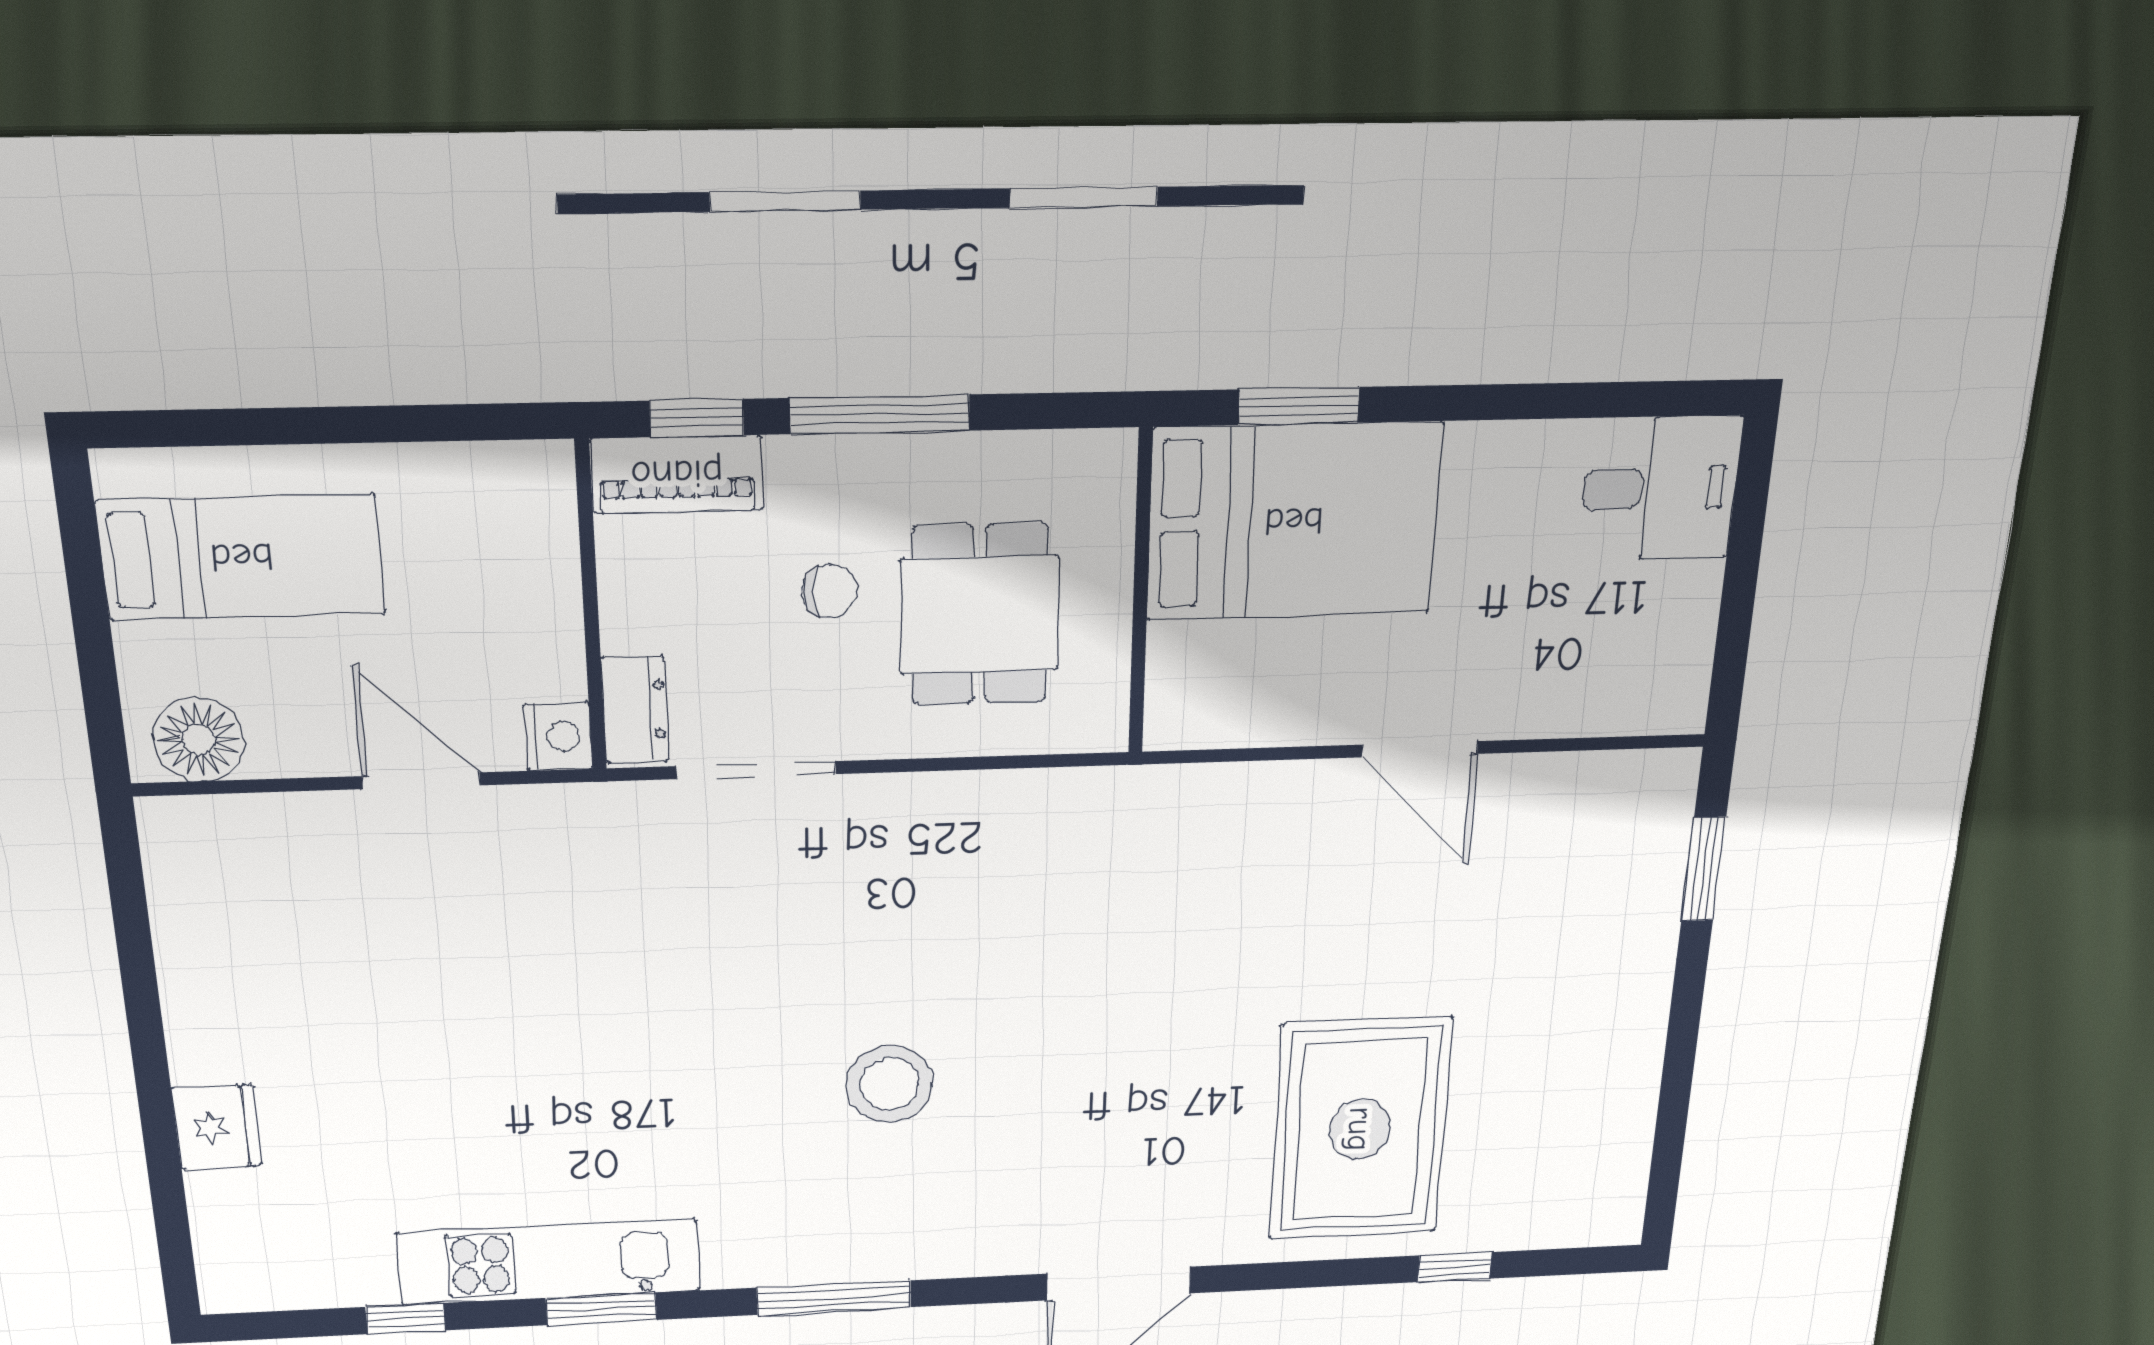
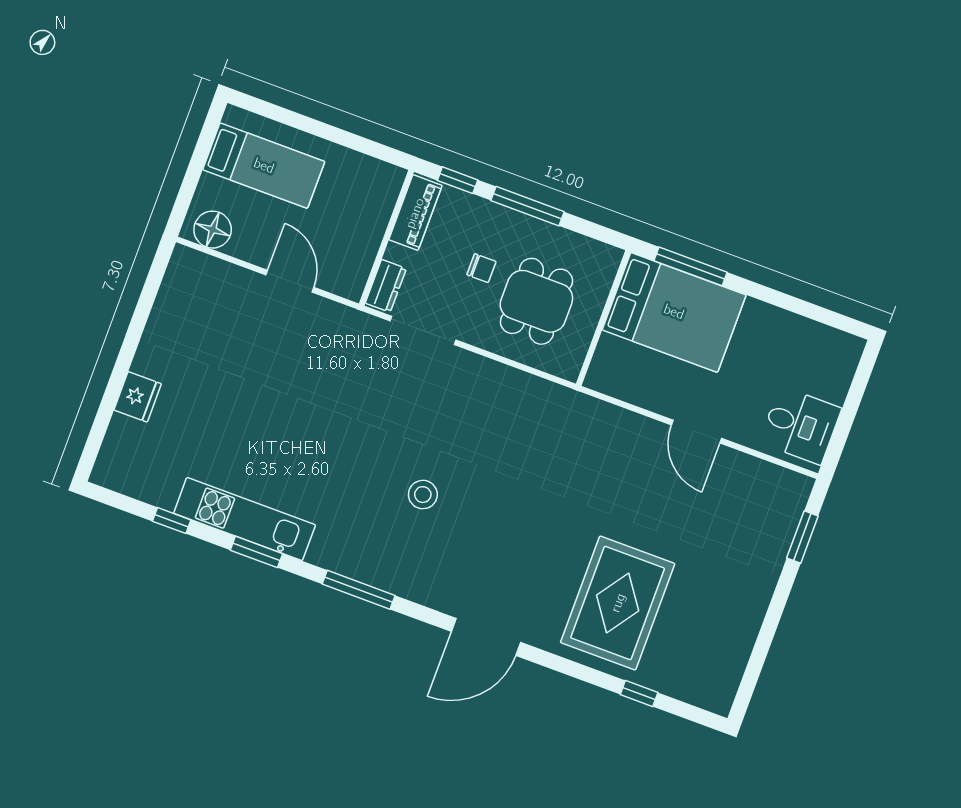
window: (1299, 406) -> (691, 266), width x1.44
piano: (677, 474) -> (415, 213), moved, turned -90
desk: (1660, 488) -> (800, 425), moved
nightstand: (558, 737) -> (351, 285), removed
stool: (890, 1084) -> (423, 495), width x0.73, depth x0.73

